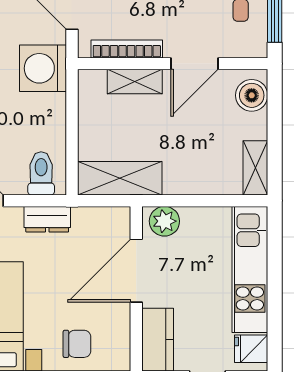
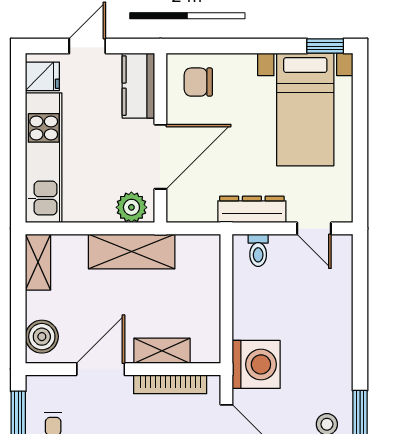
toilet: (41, 173) -> (258, 250), width x0.73, depth x0.72
shelving: (120, 178) -> (132, 251), moved
dresser: (47, 219) -> (252, 209), width x1.44
chair: (77, 344) -> (198, 82), moved

